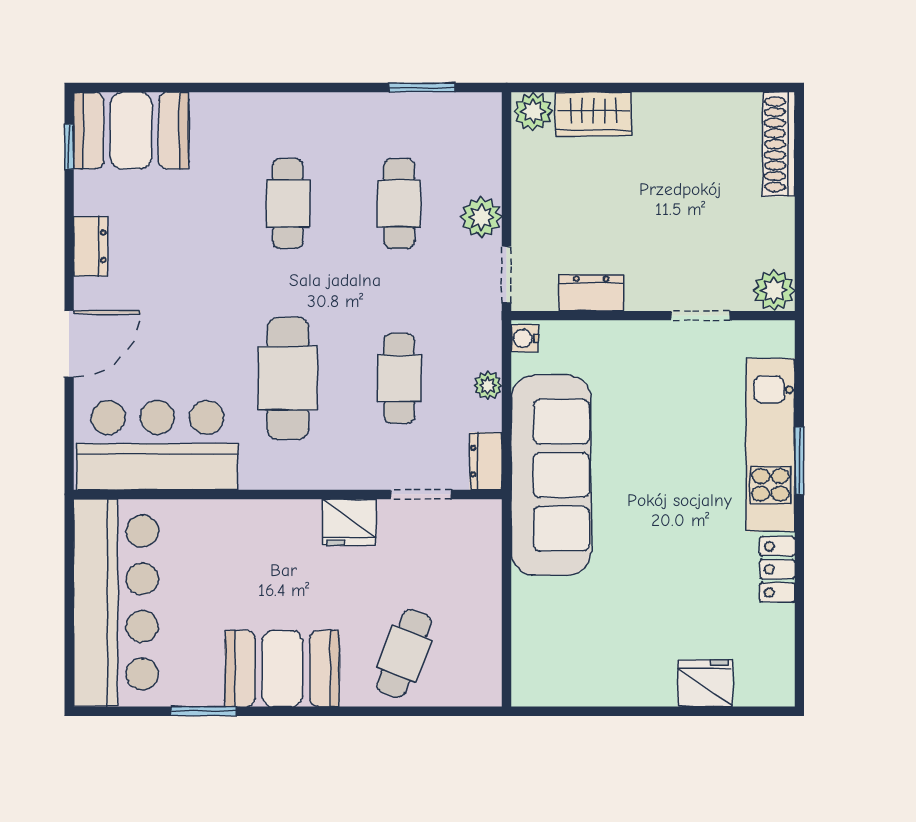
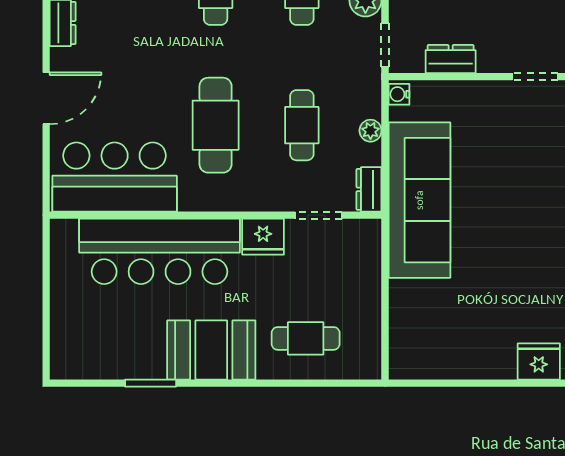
bar counter: (116, 603) -> (160, 251), moved, turned 90
cafe table: (404, 654) -> (306, 338), turned 69

